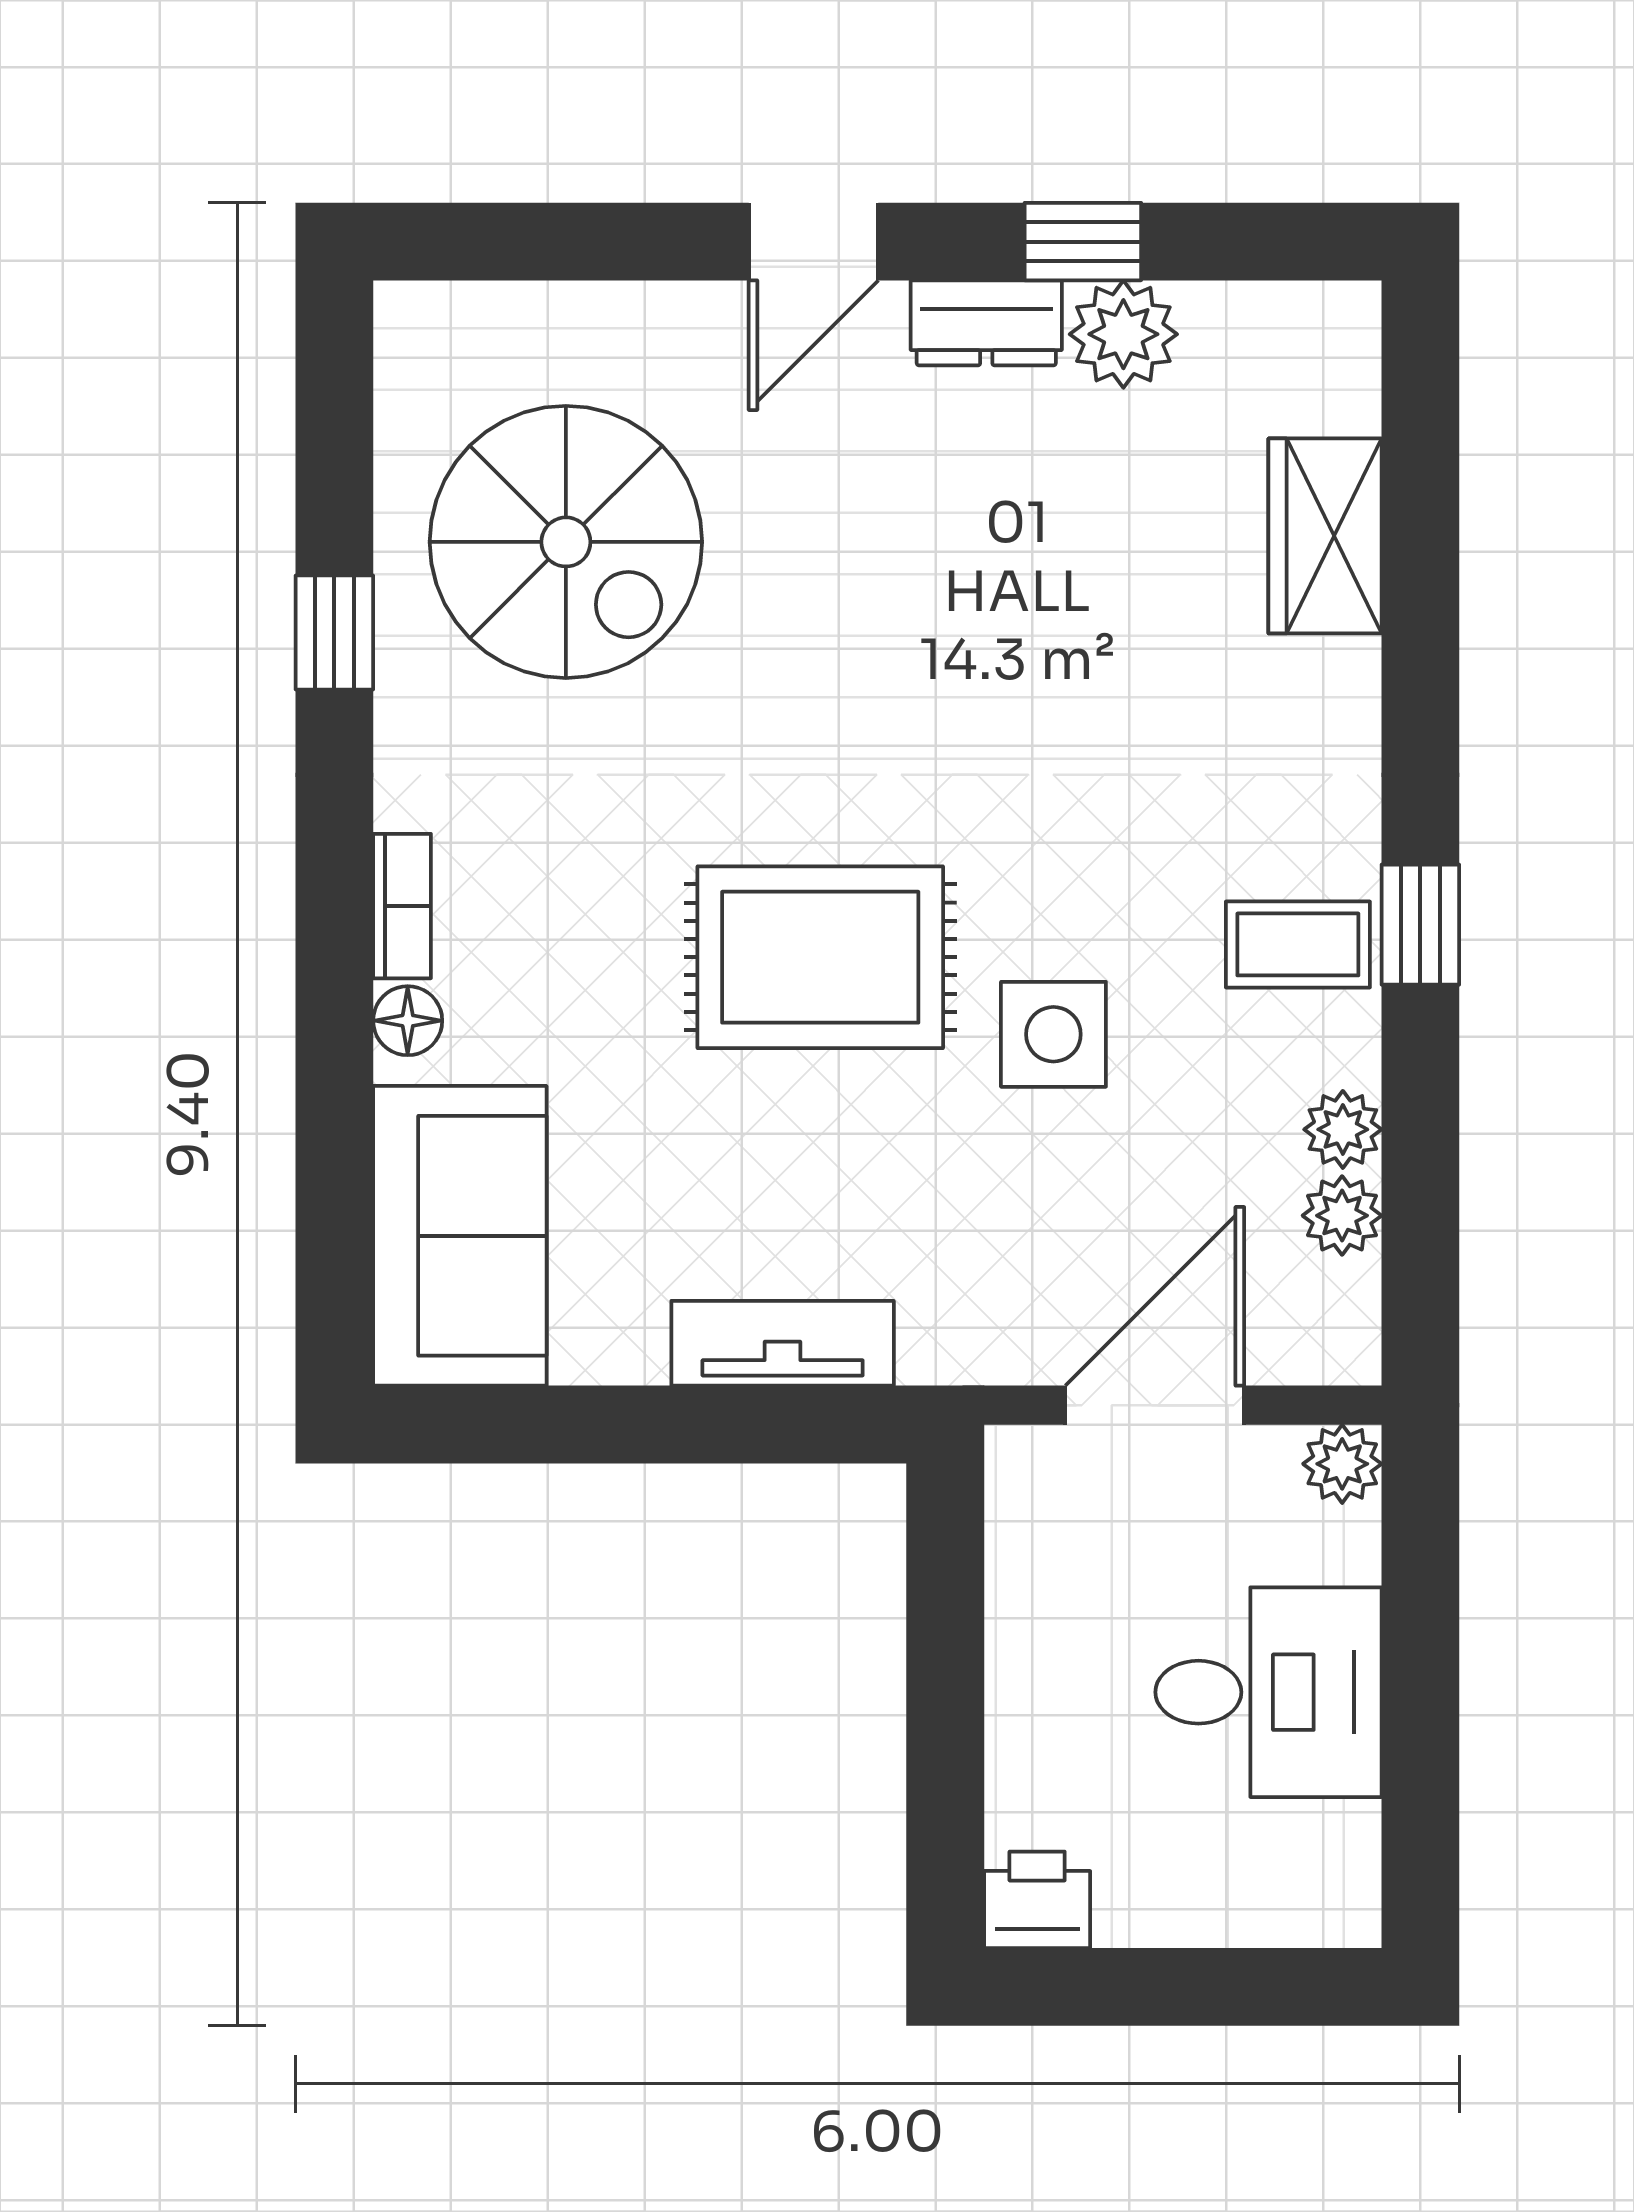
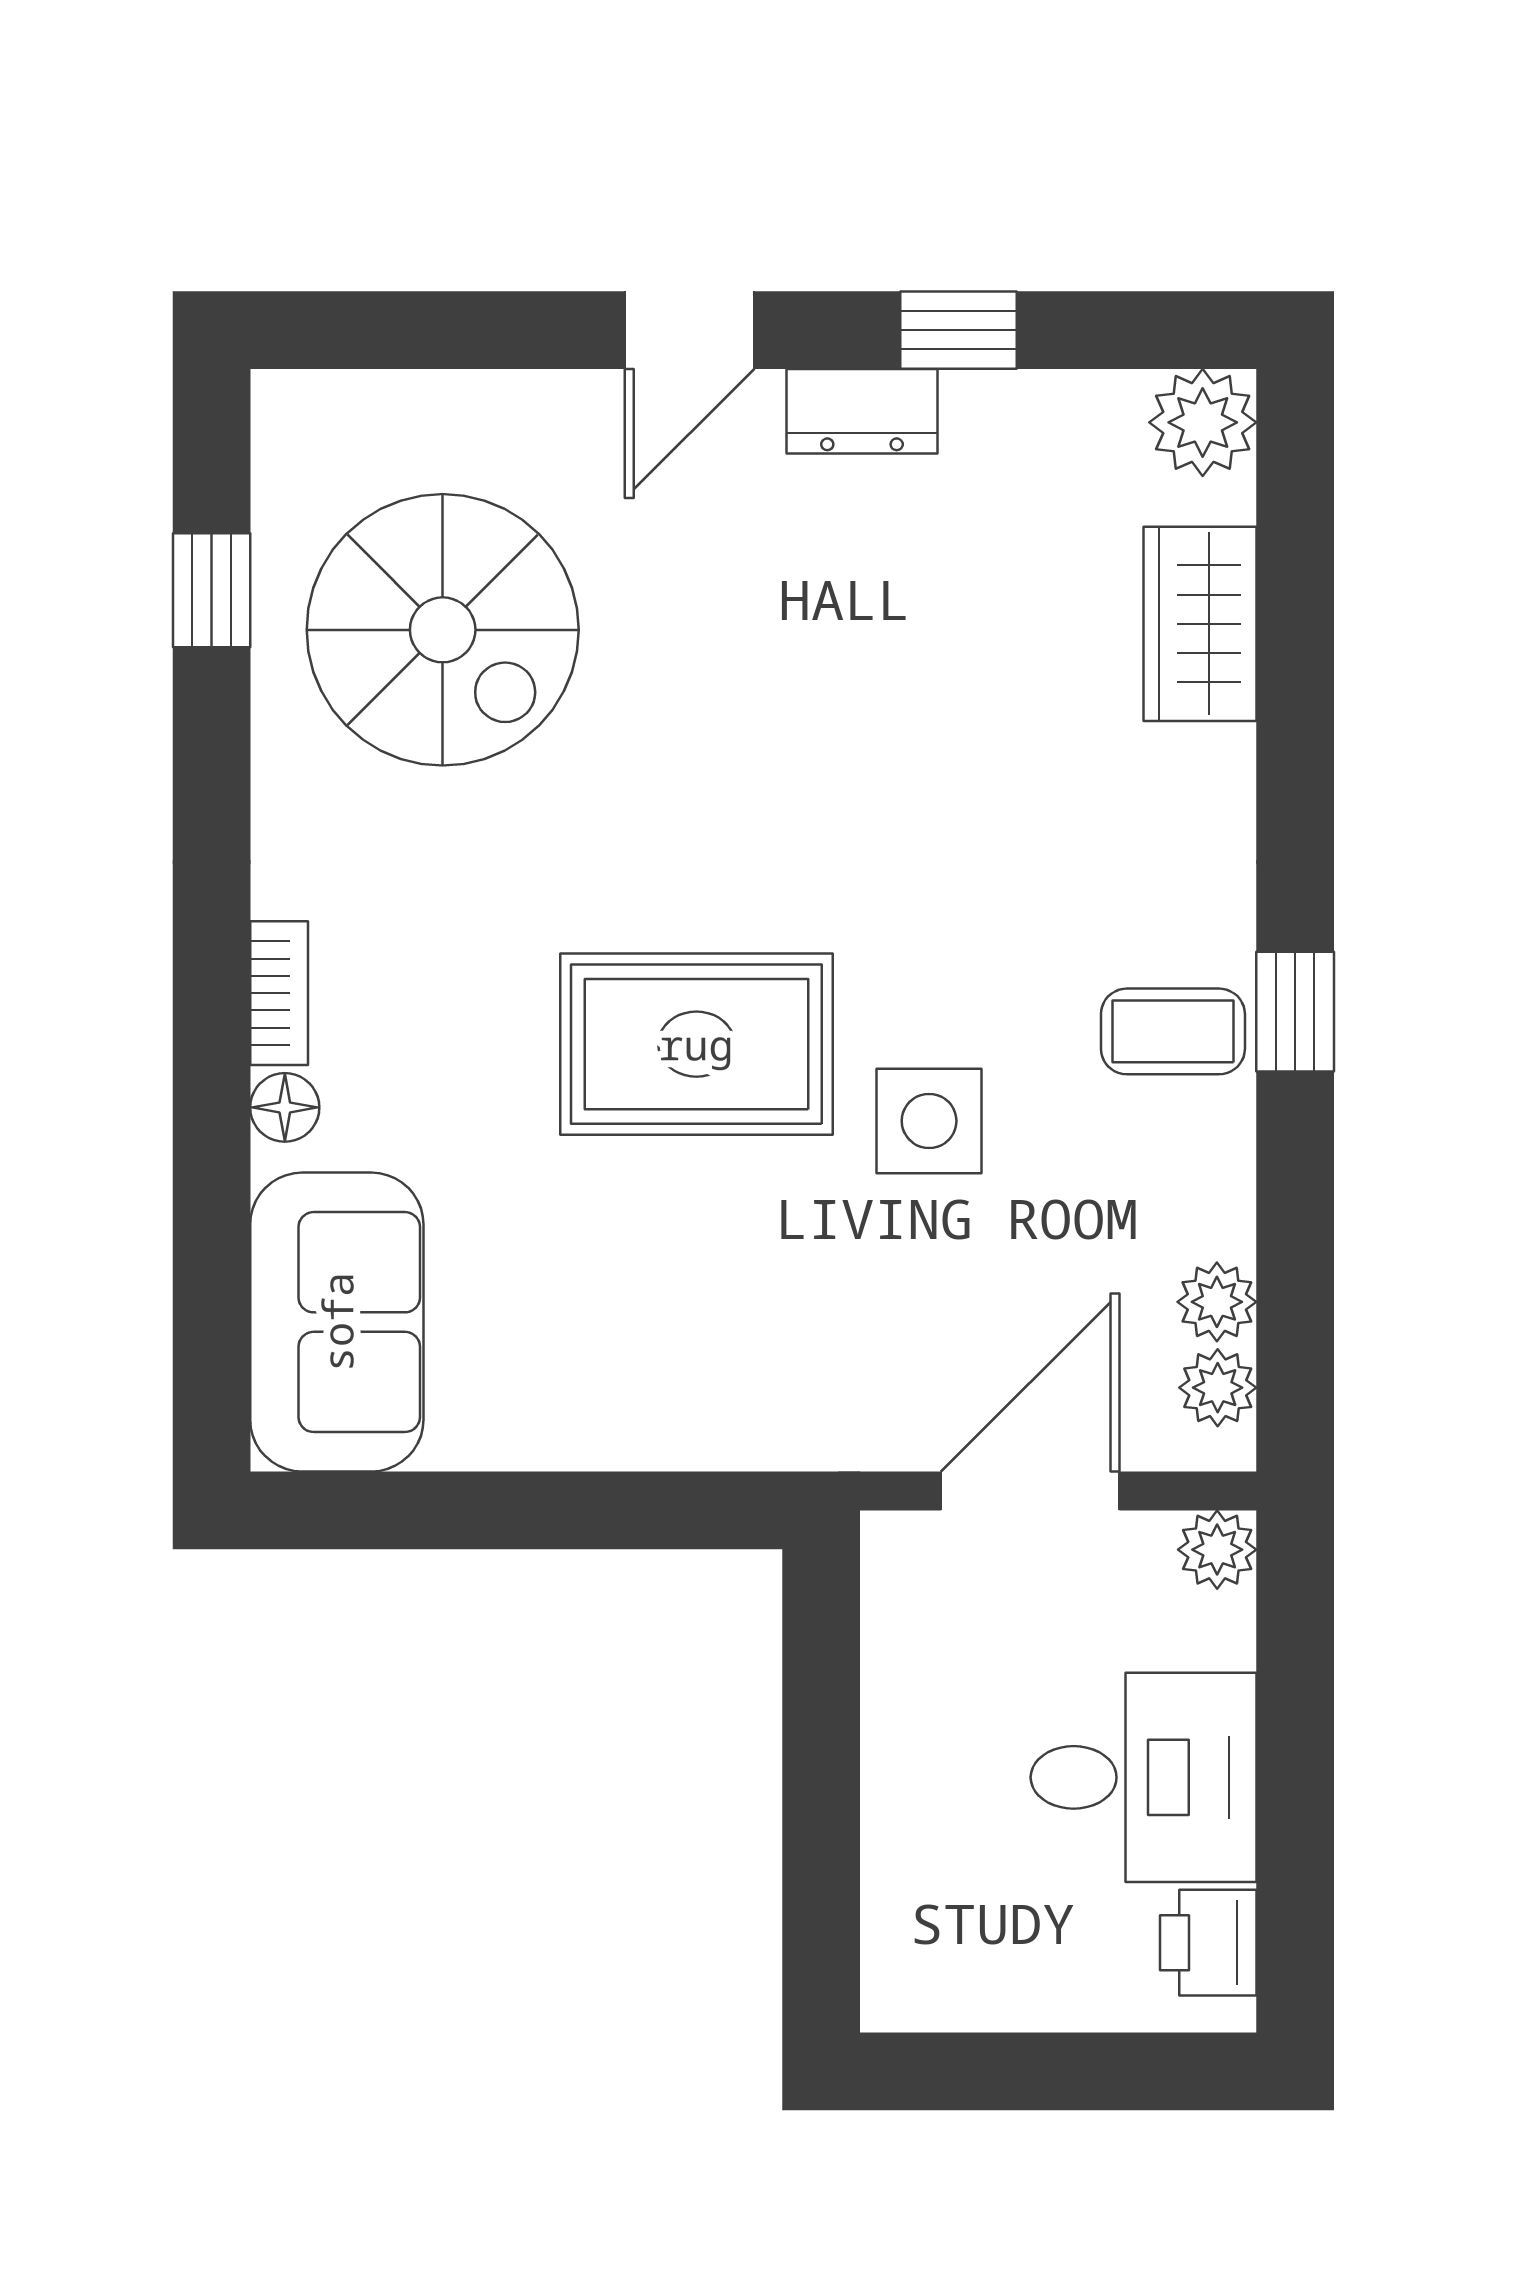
plant: (1123, 334) -> (1203, 422), moved
window: (334, 633) -> (212, 590), moved
plant: (1343, 1129) -> (1218, 1388), moved
tv unit: (783, 1343) -> (659, 1429), removed
printer: (1037, 1900) -> (1208, 1943), moved, turned -90

